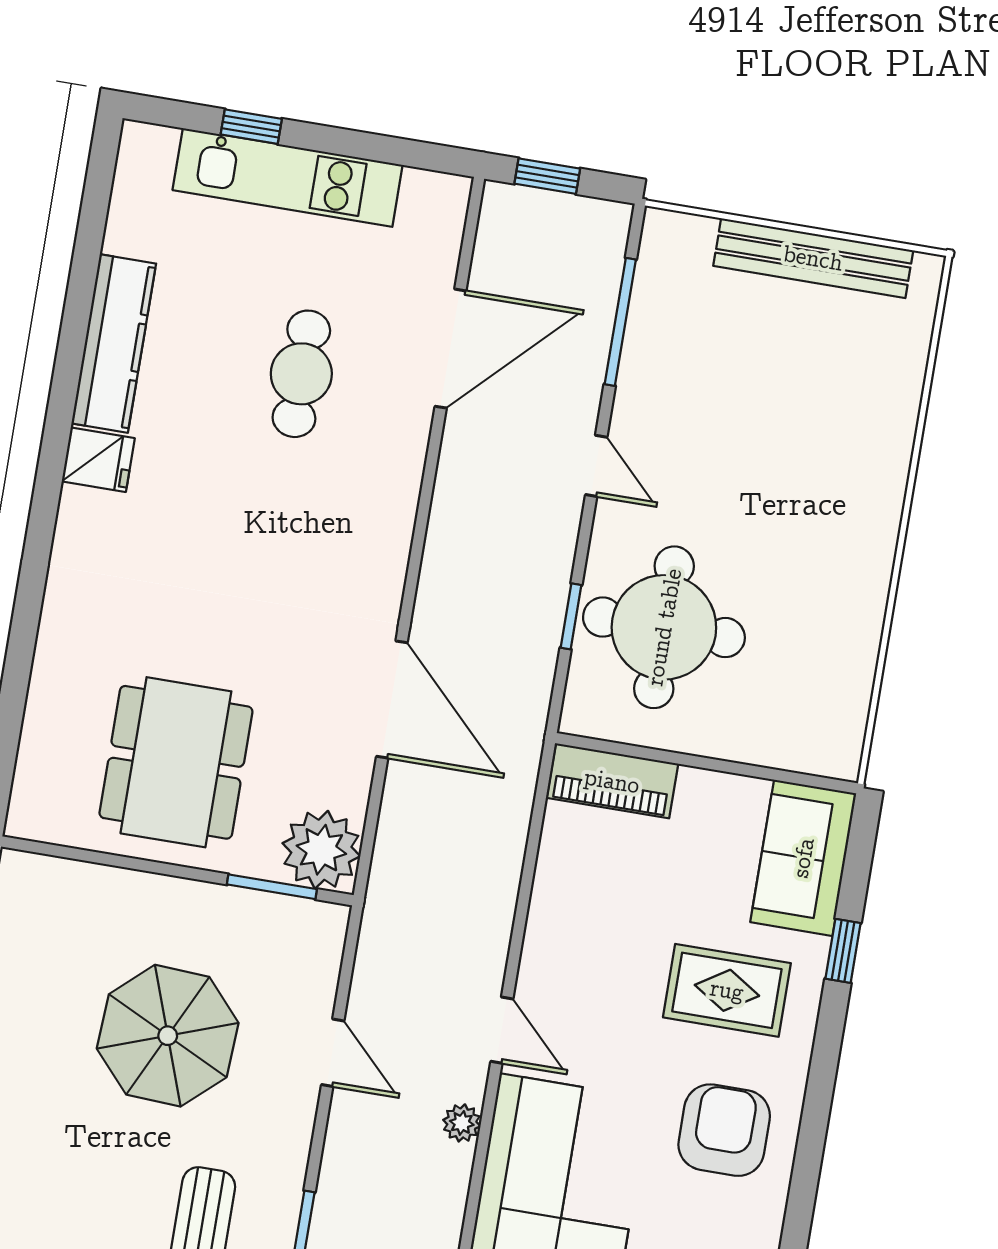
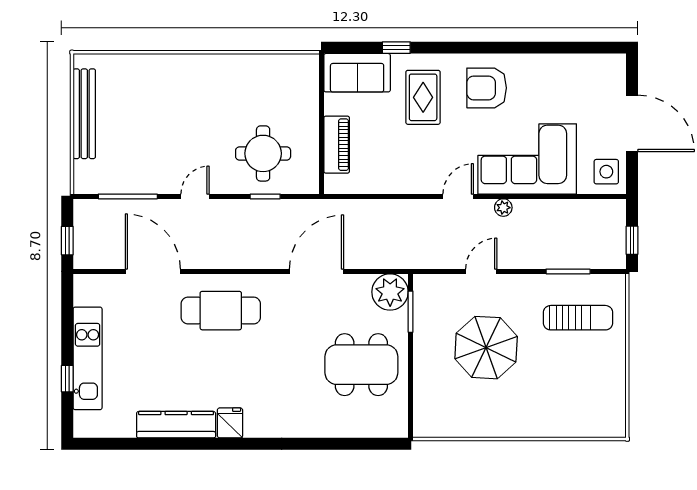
cafe table: (301, 374) -> (221, 311), moved, width x1.37, depth x1.35
round table: (664, 627) -> (263, 153), width x0.73, depth x0.73
piano: (612, 781) -> (337, 145), moved

